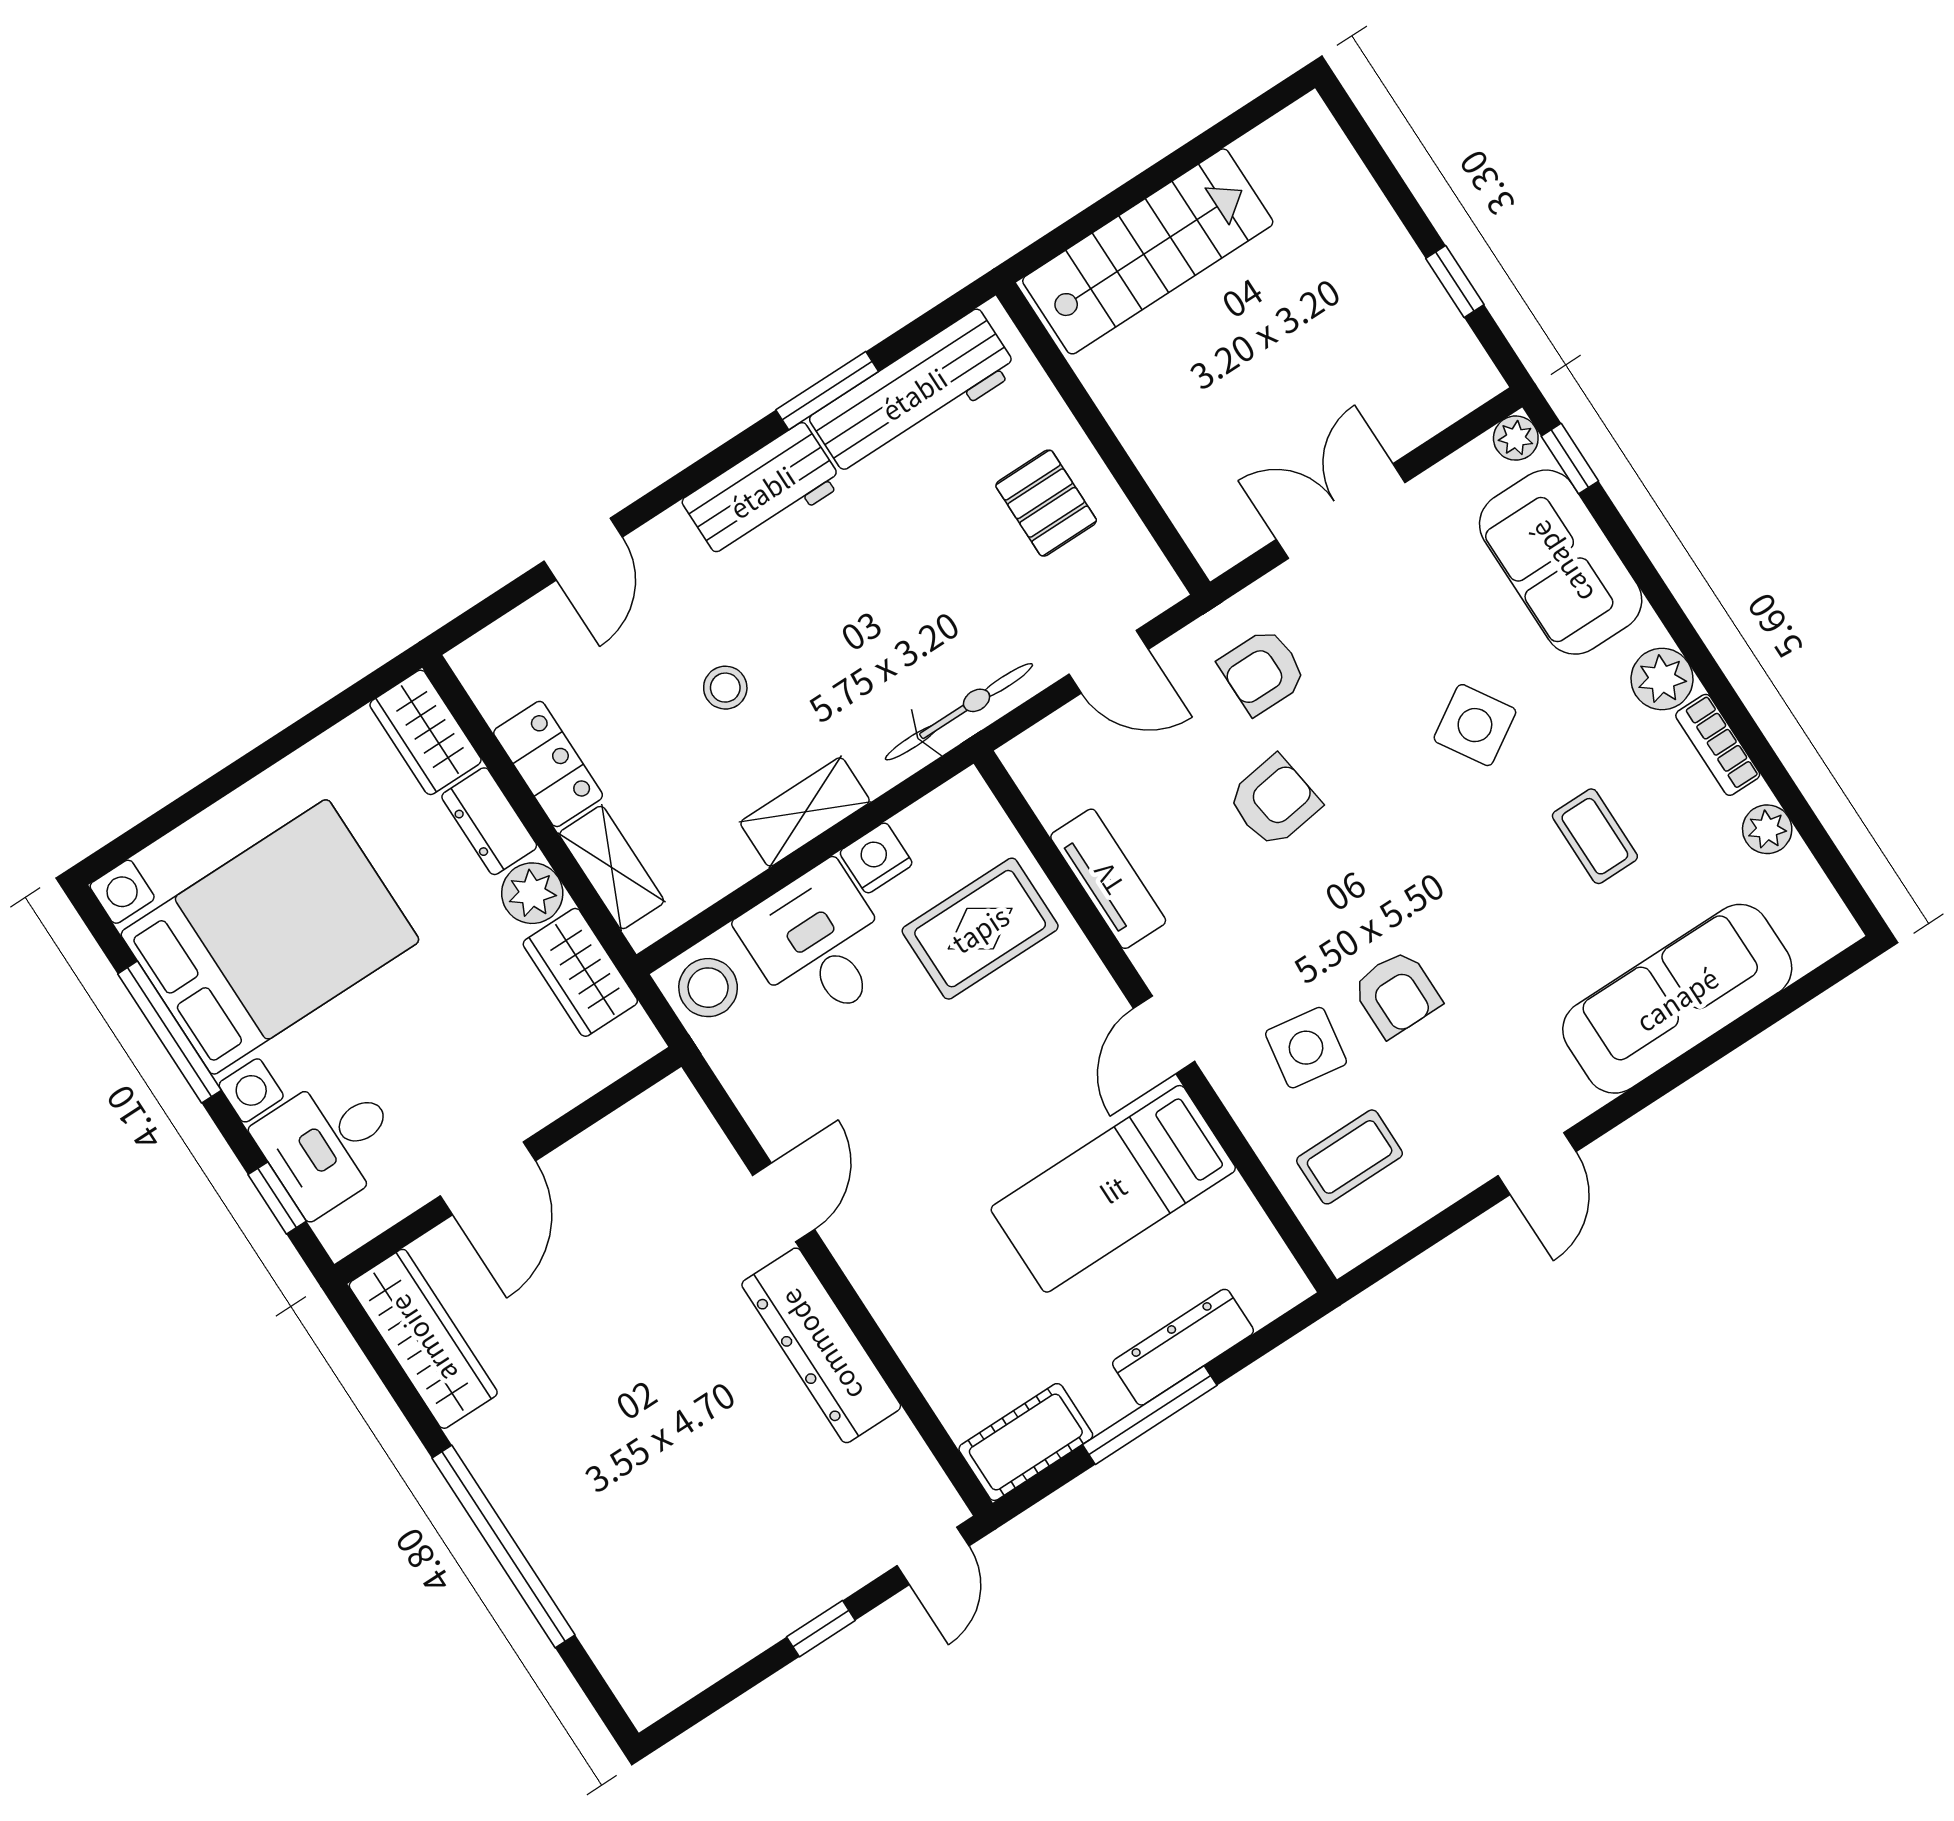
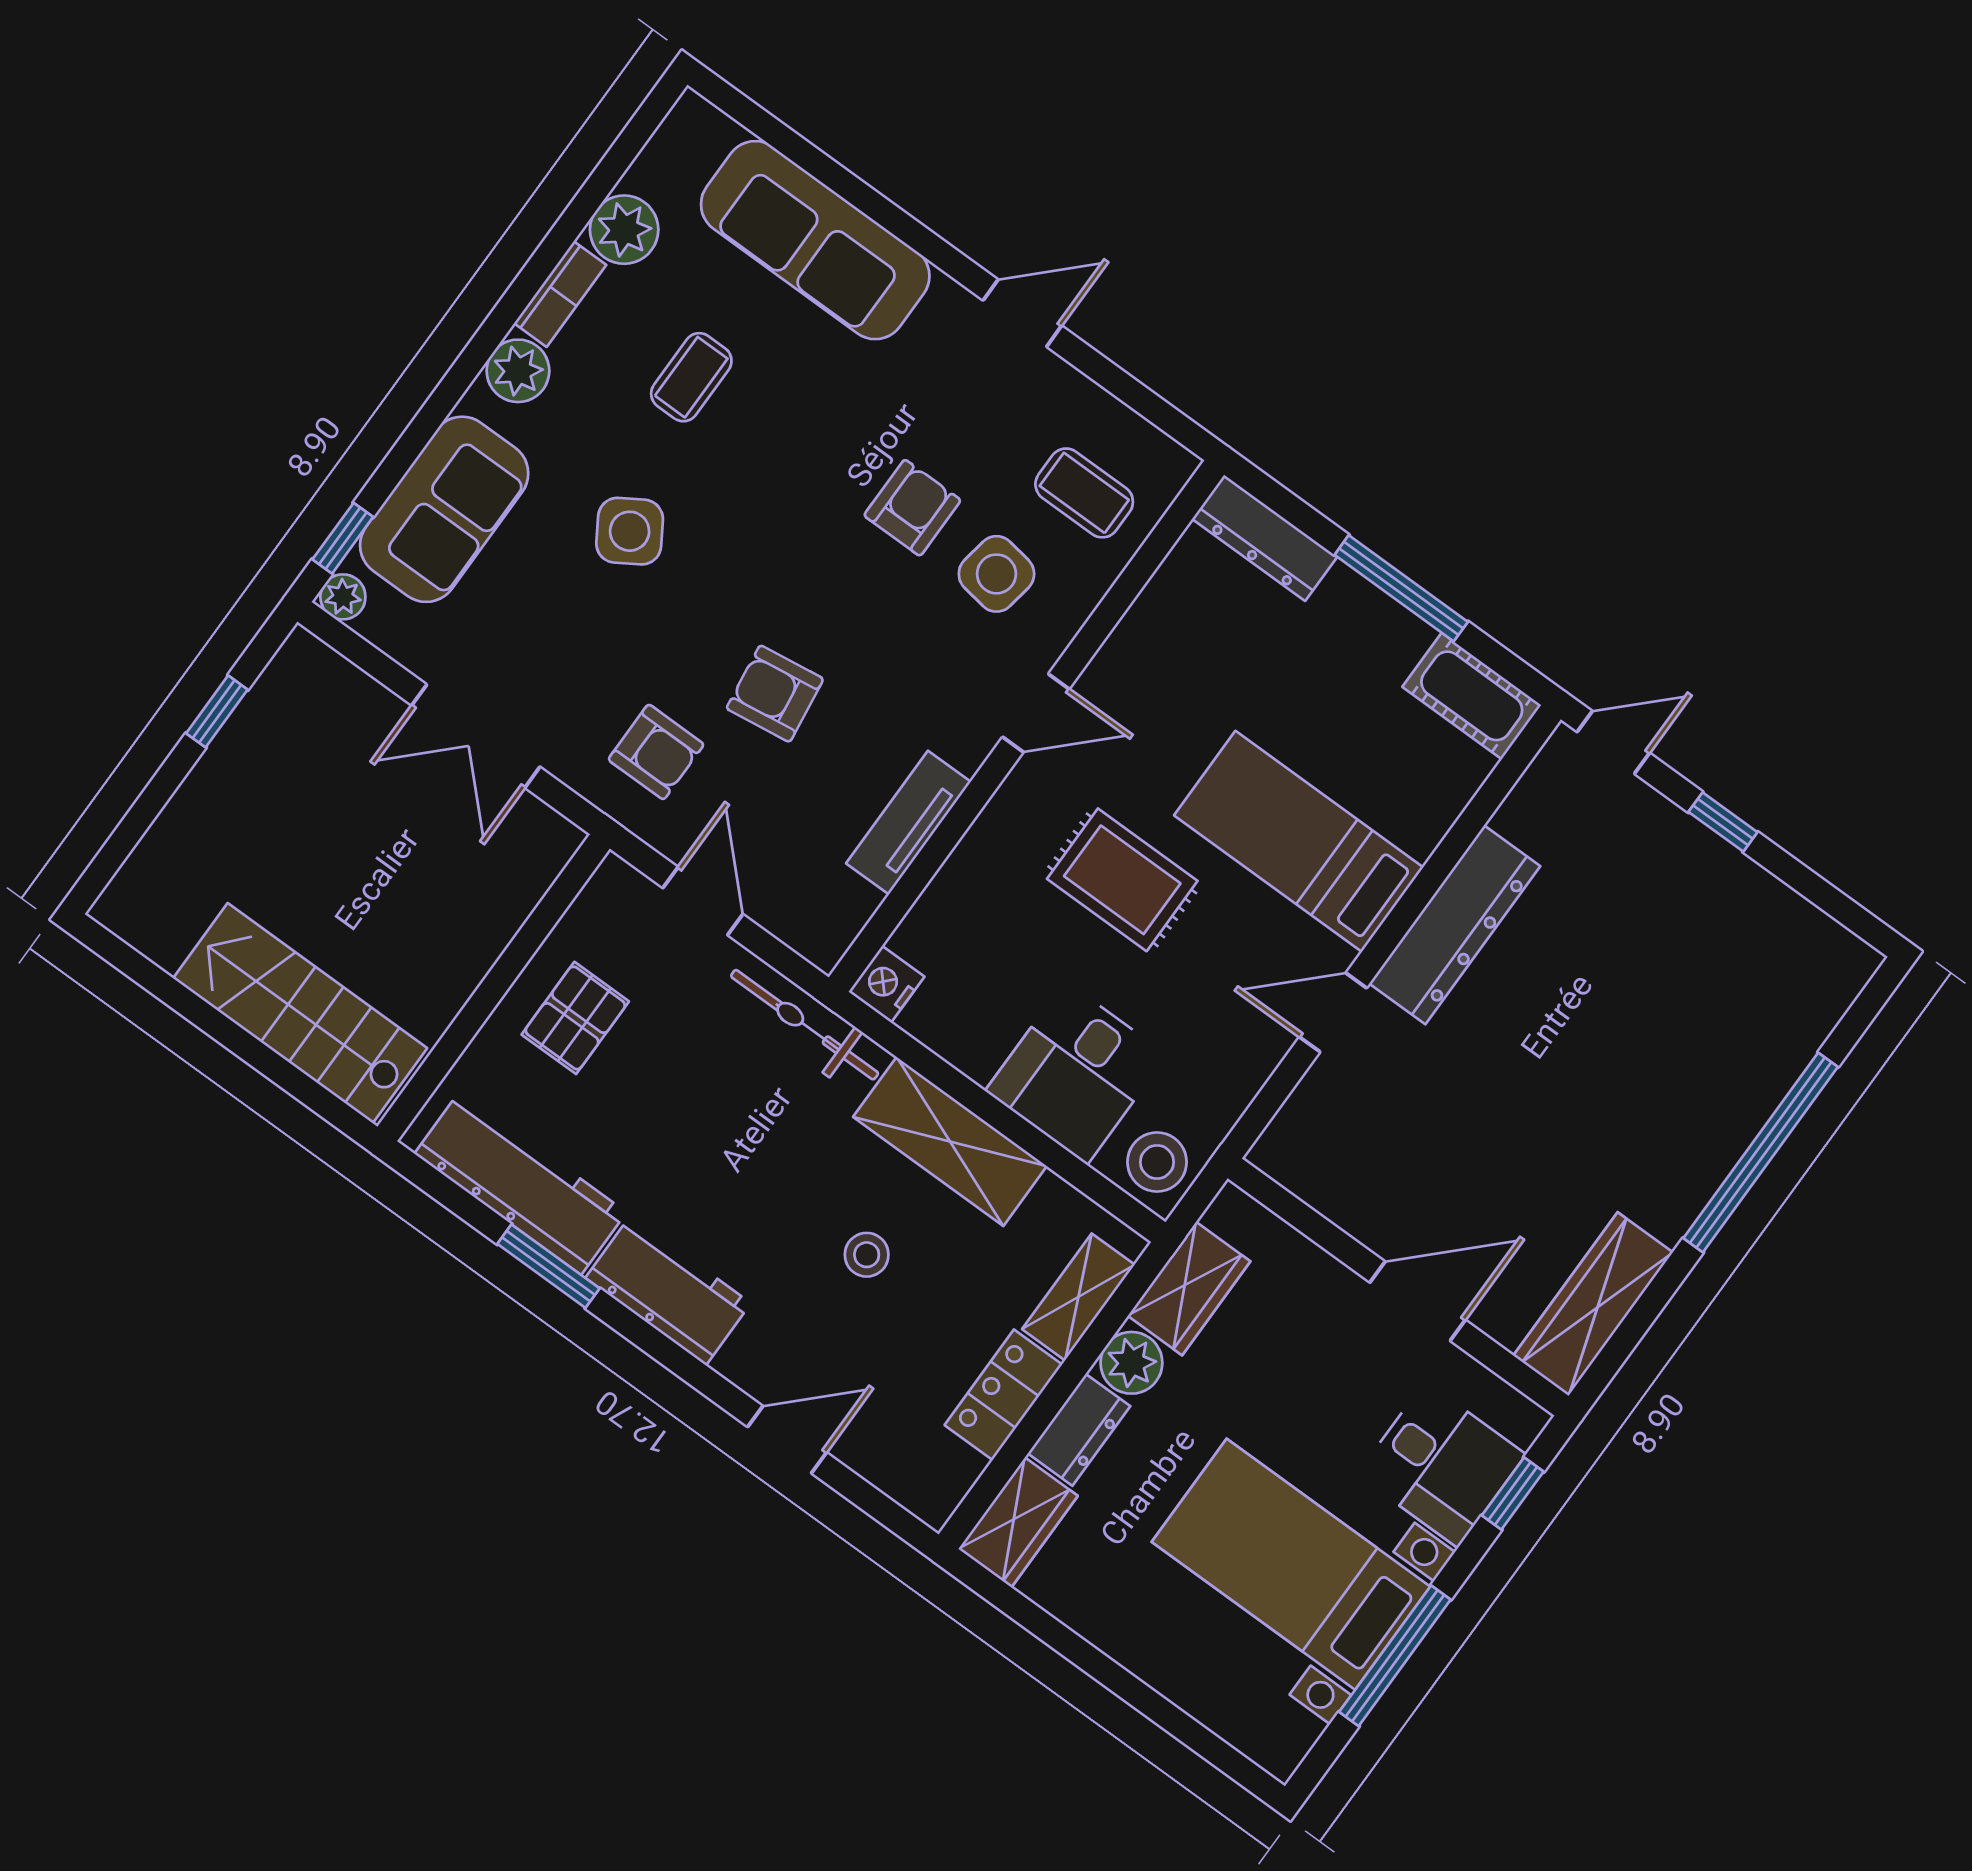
shelving: (805, 812) -> (950, 1142), width x1.50, depth x1.33
plant: (1767, 829) -> (624, 230), width x1.38, depth x1.38
nightstand: (876, 858) -> (886, 984), moved, turned 90
rug: (980, 929) -> (1122, 880), moved
bed with nightstands: (270, 937) -> (1291, 1564), width x0.73
bed: (1113, 1189) -> (1299, 841), moved, turned 180
dresser: (1183, 1347) -> (1265, 538), moved

